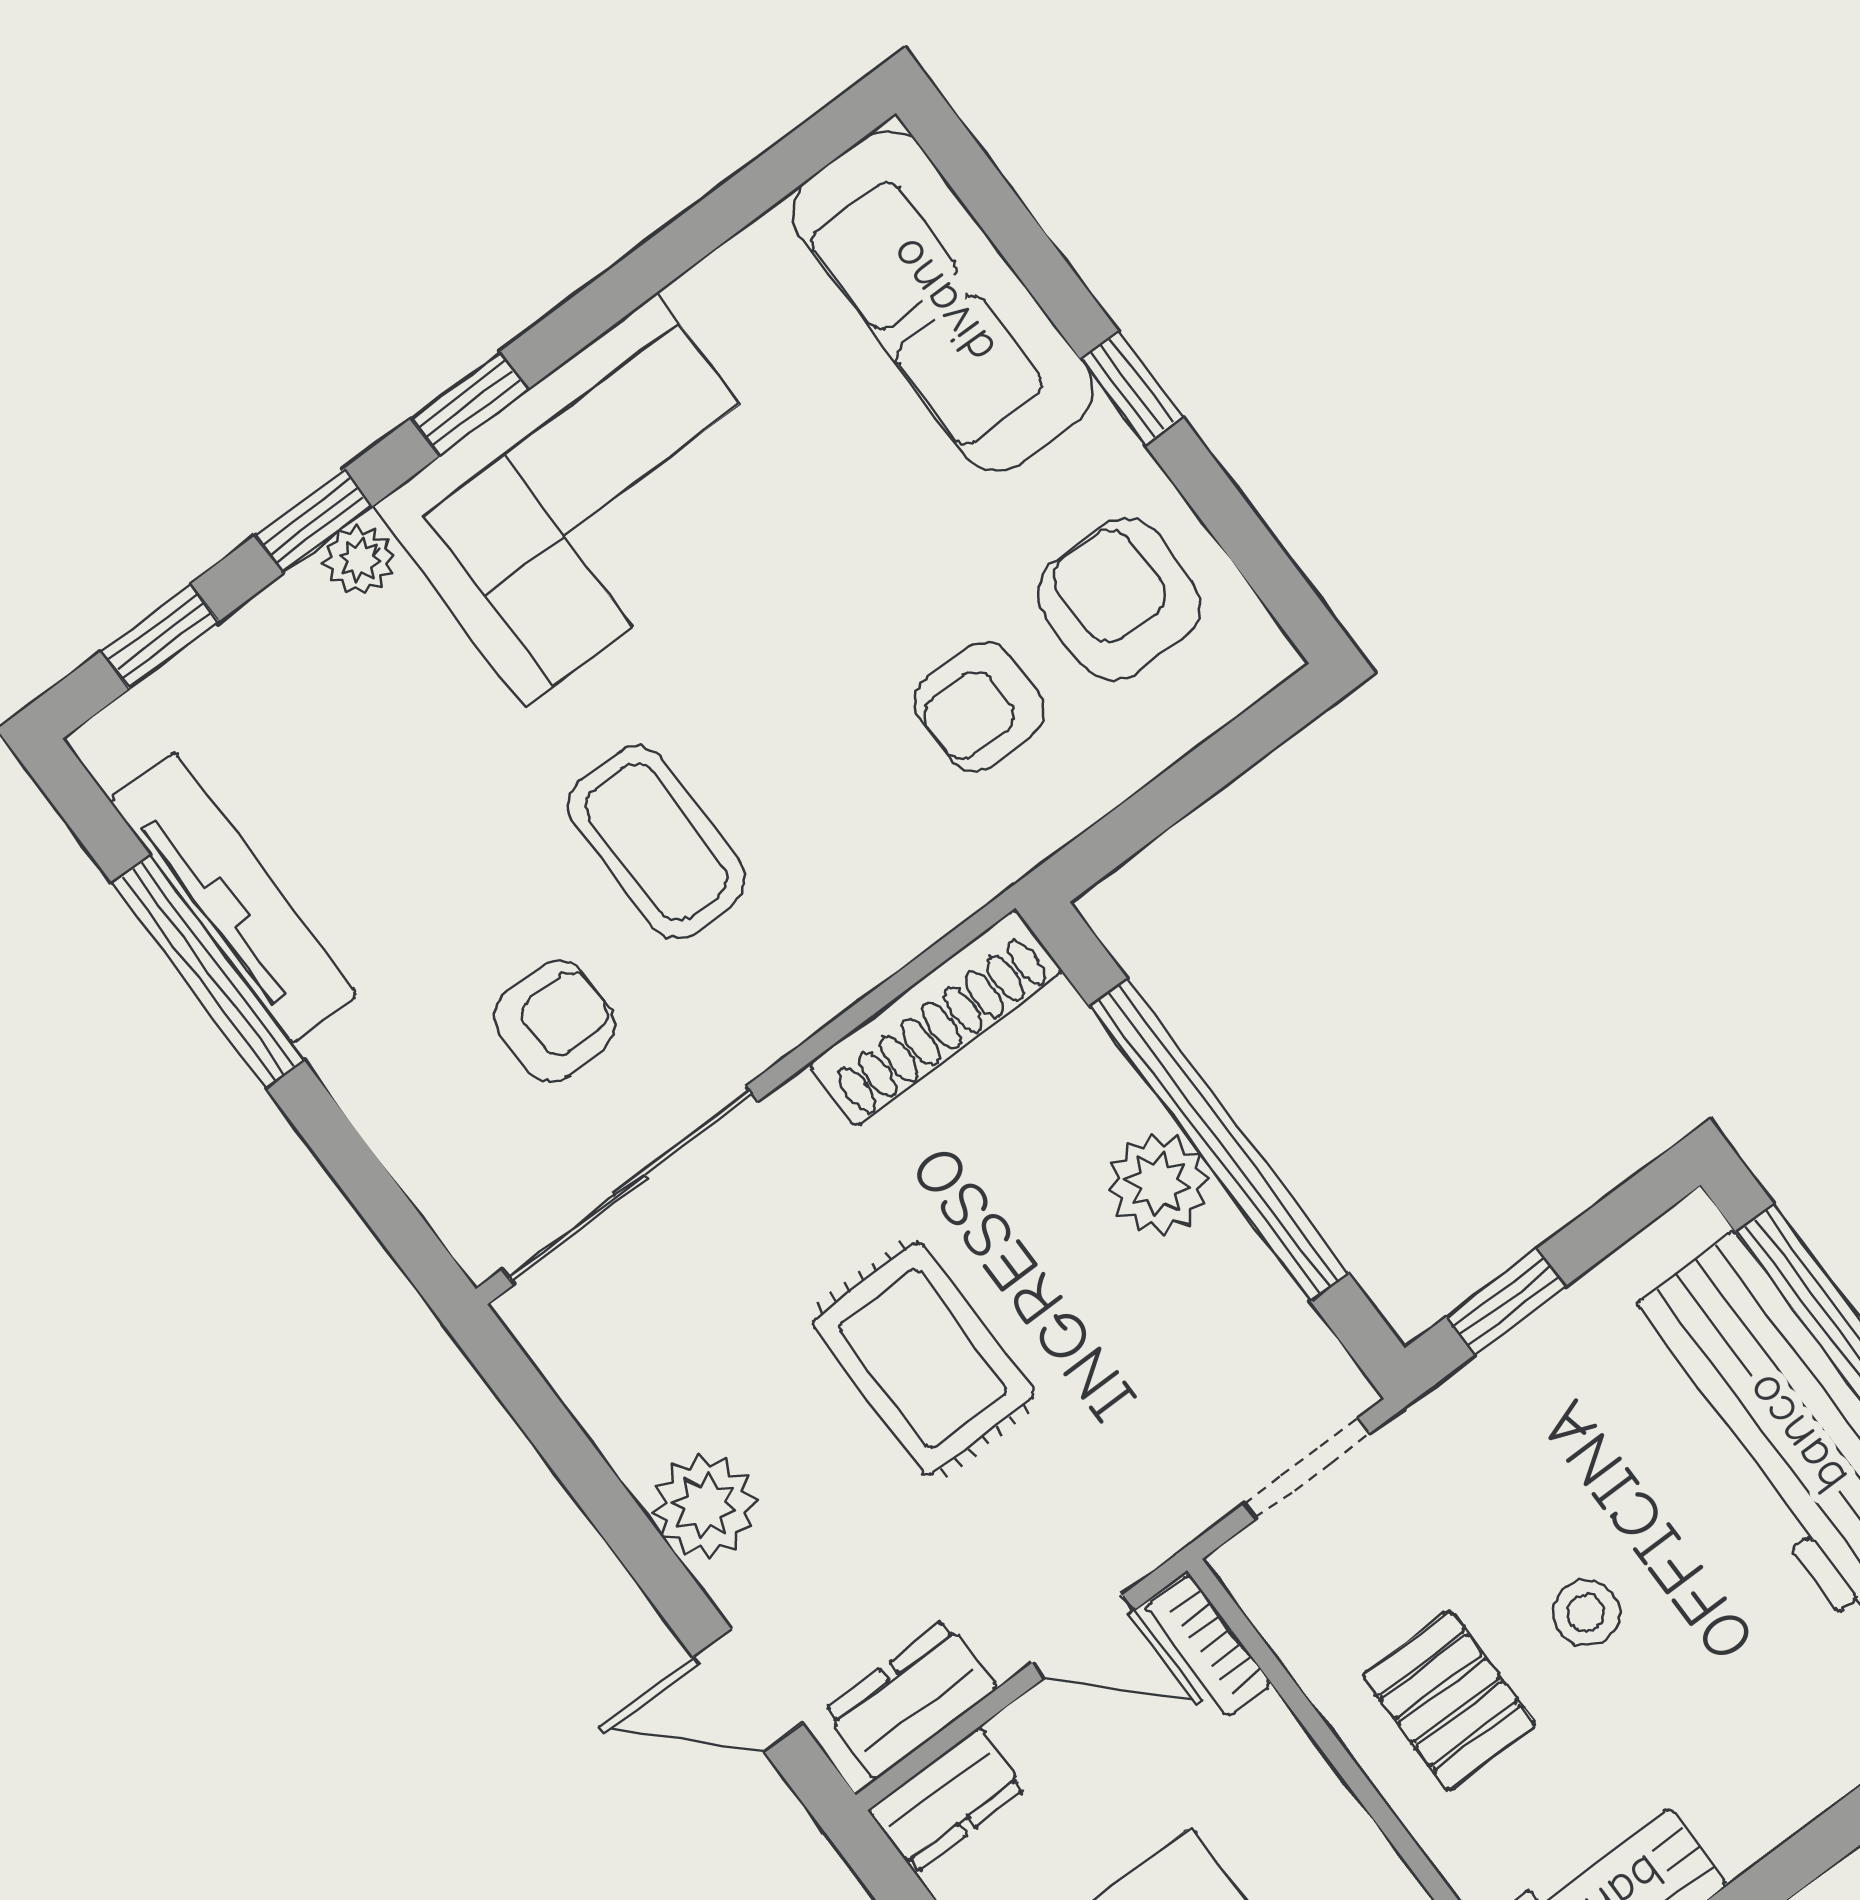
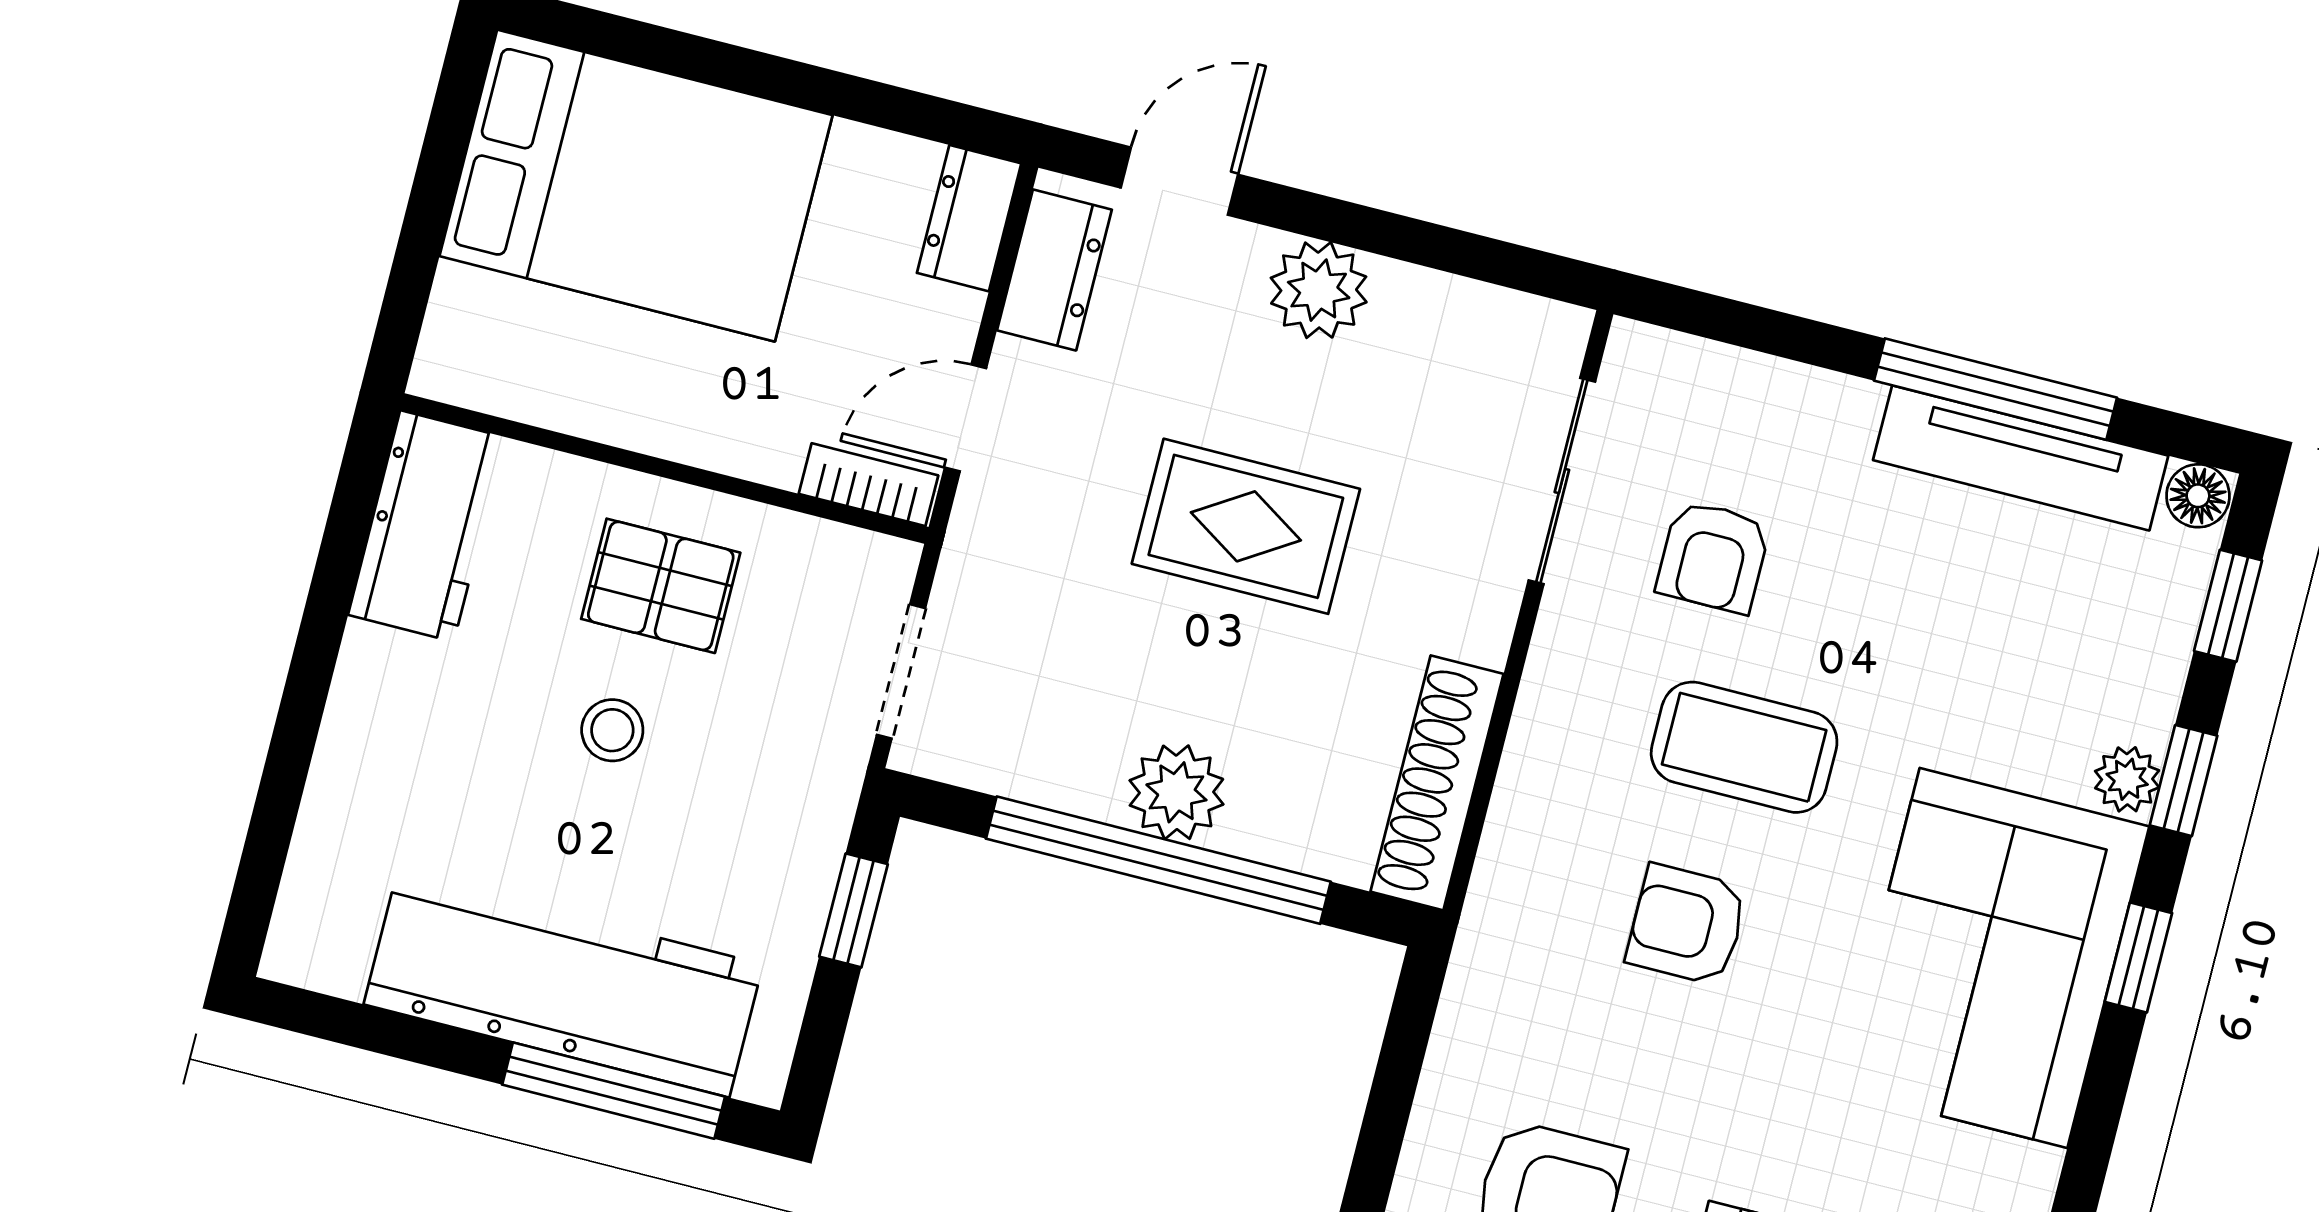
armchair: (980, 707) -> (1687, 925), moved, turned -90
floor lamp: (111, 748) -> (2198, 496), added
sliding door: (630, 1185) -> (1562, 481), width x0.73

